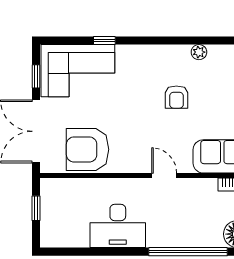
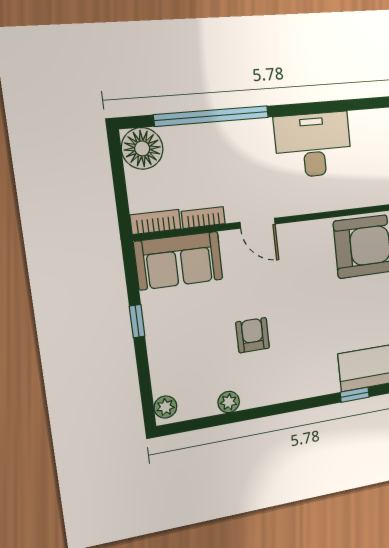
bookcase: (202, 184) -> (203, 218), added

